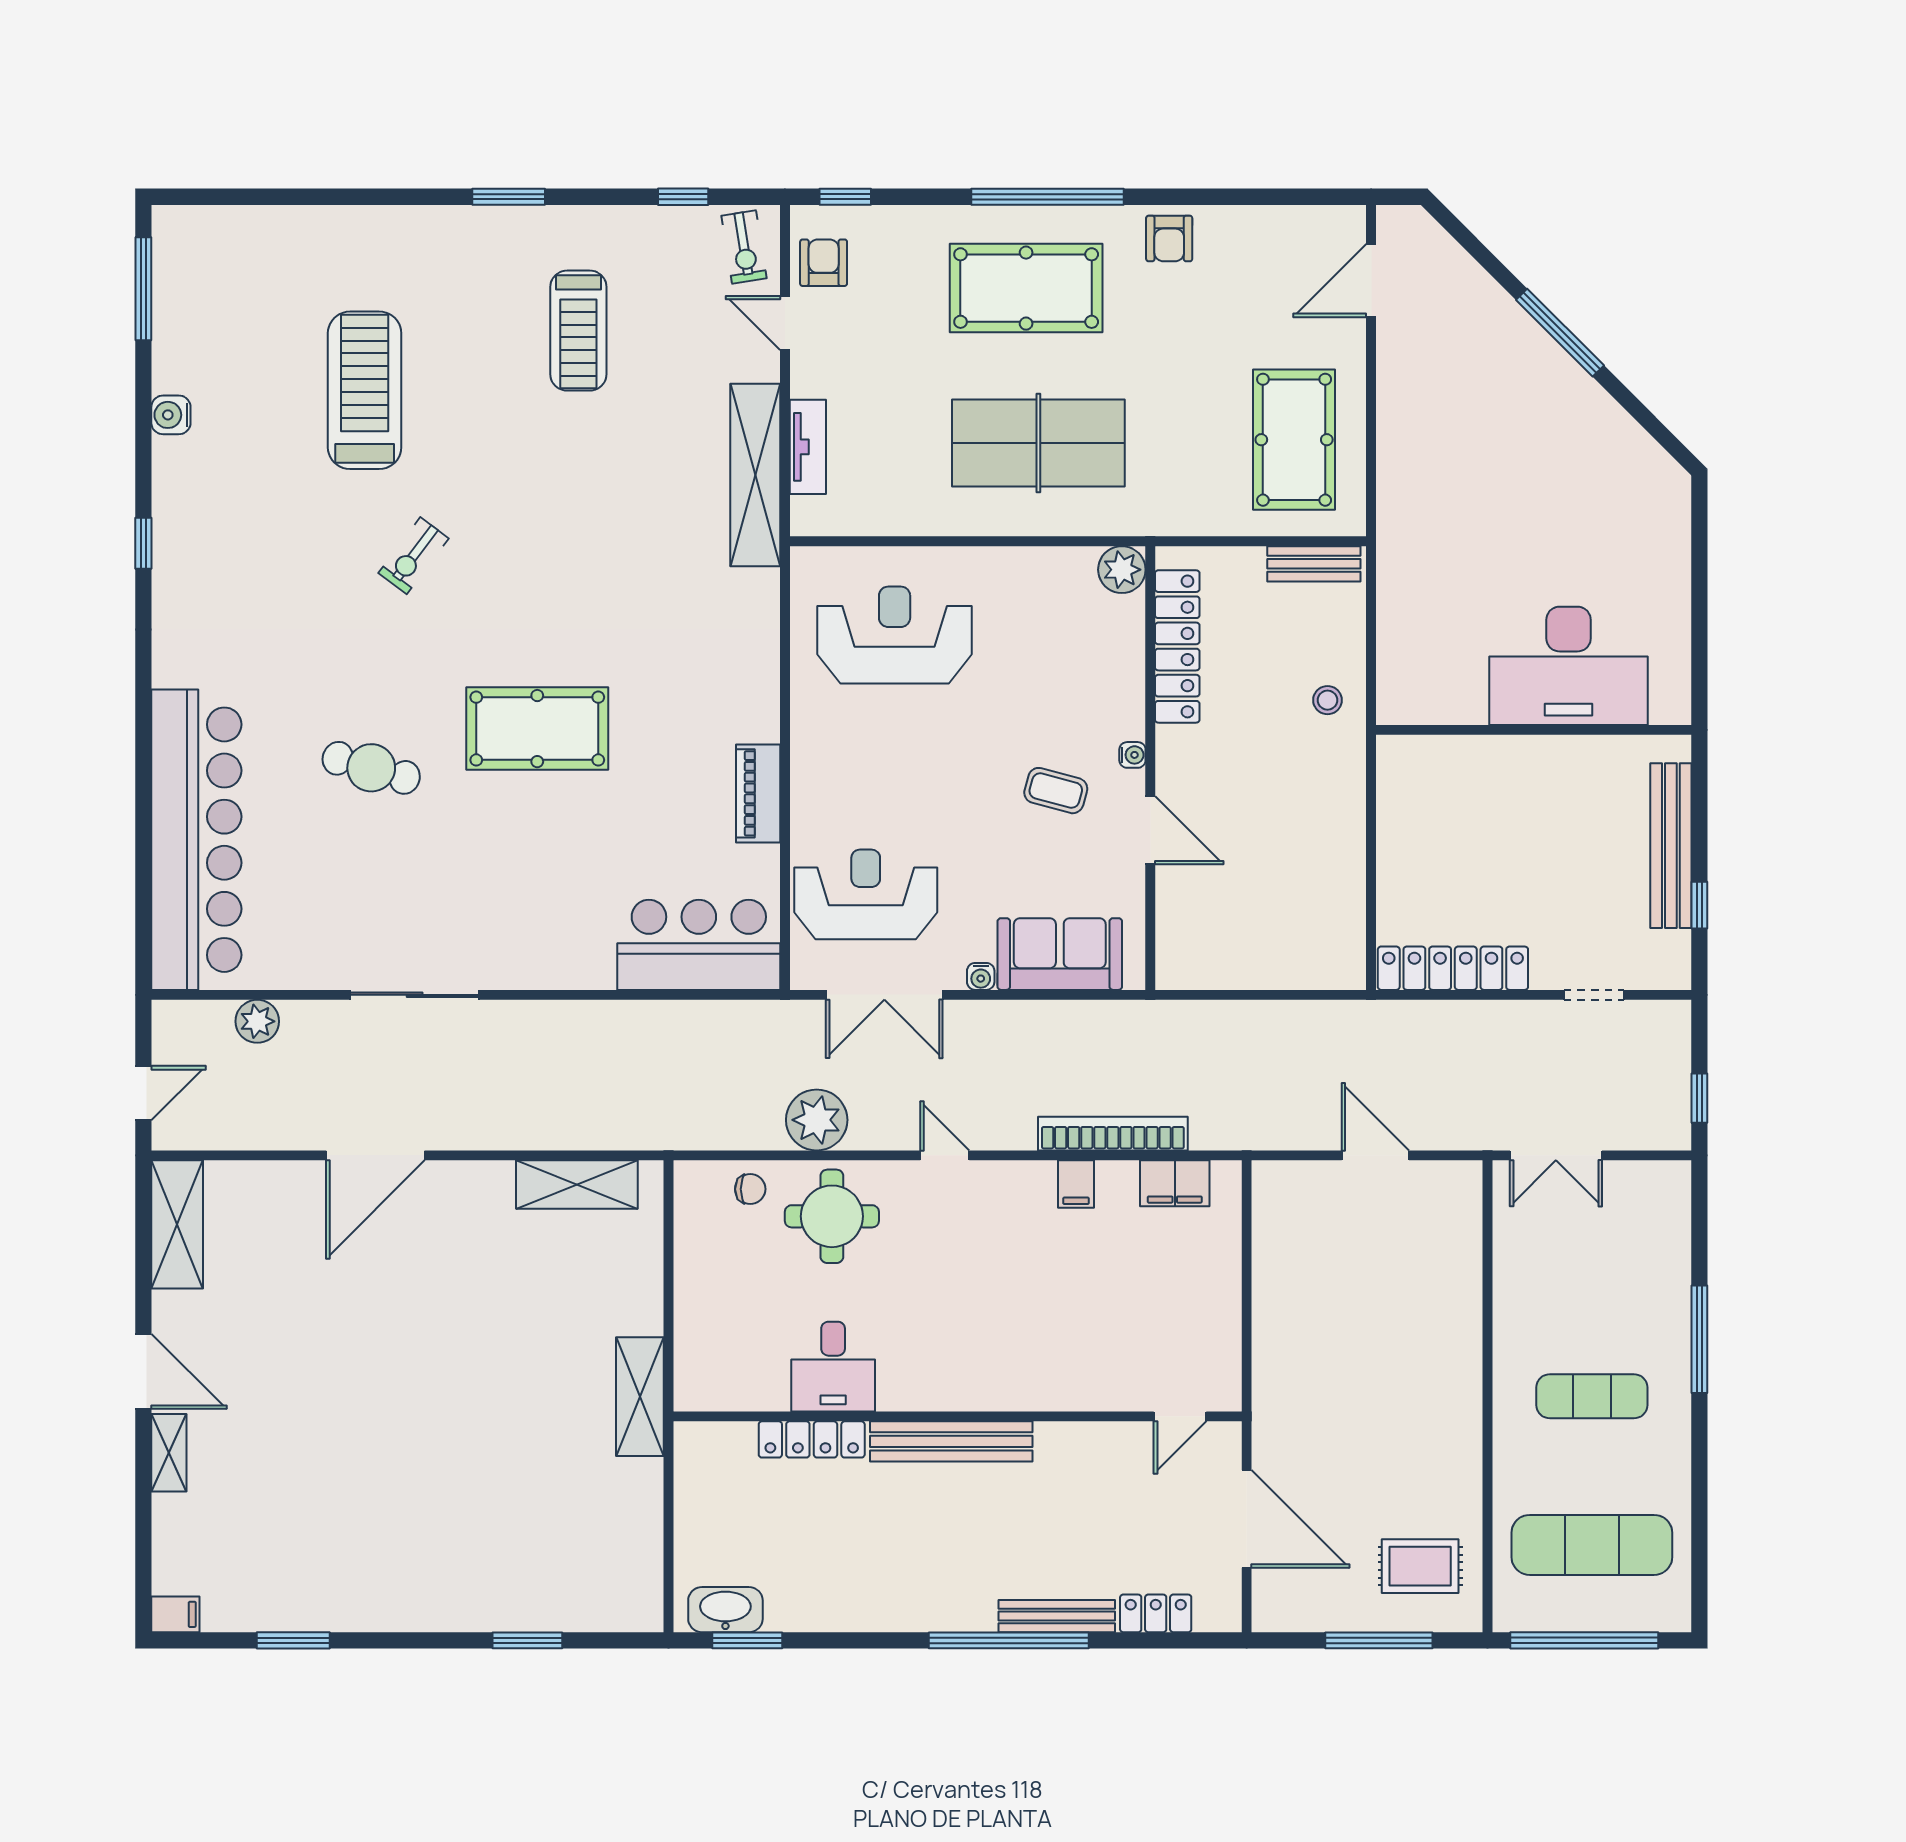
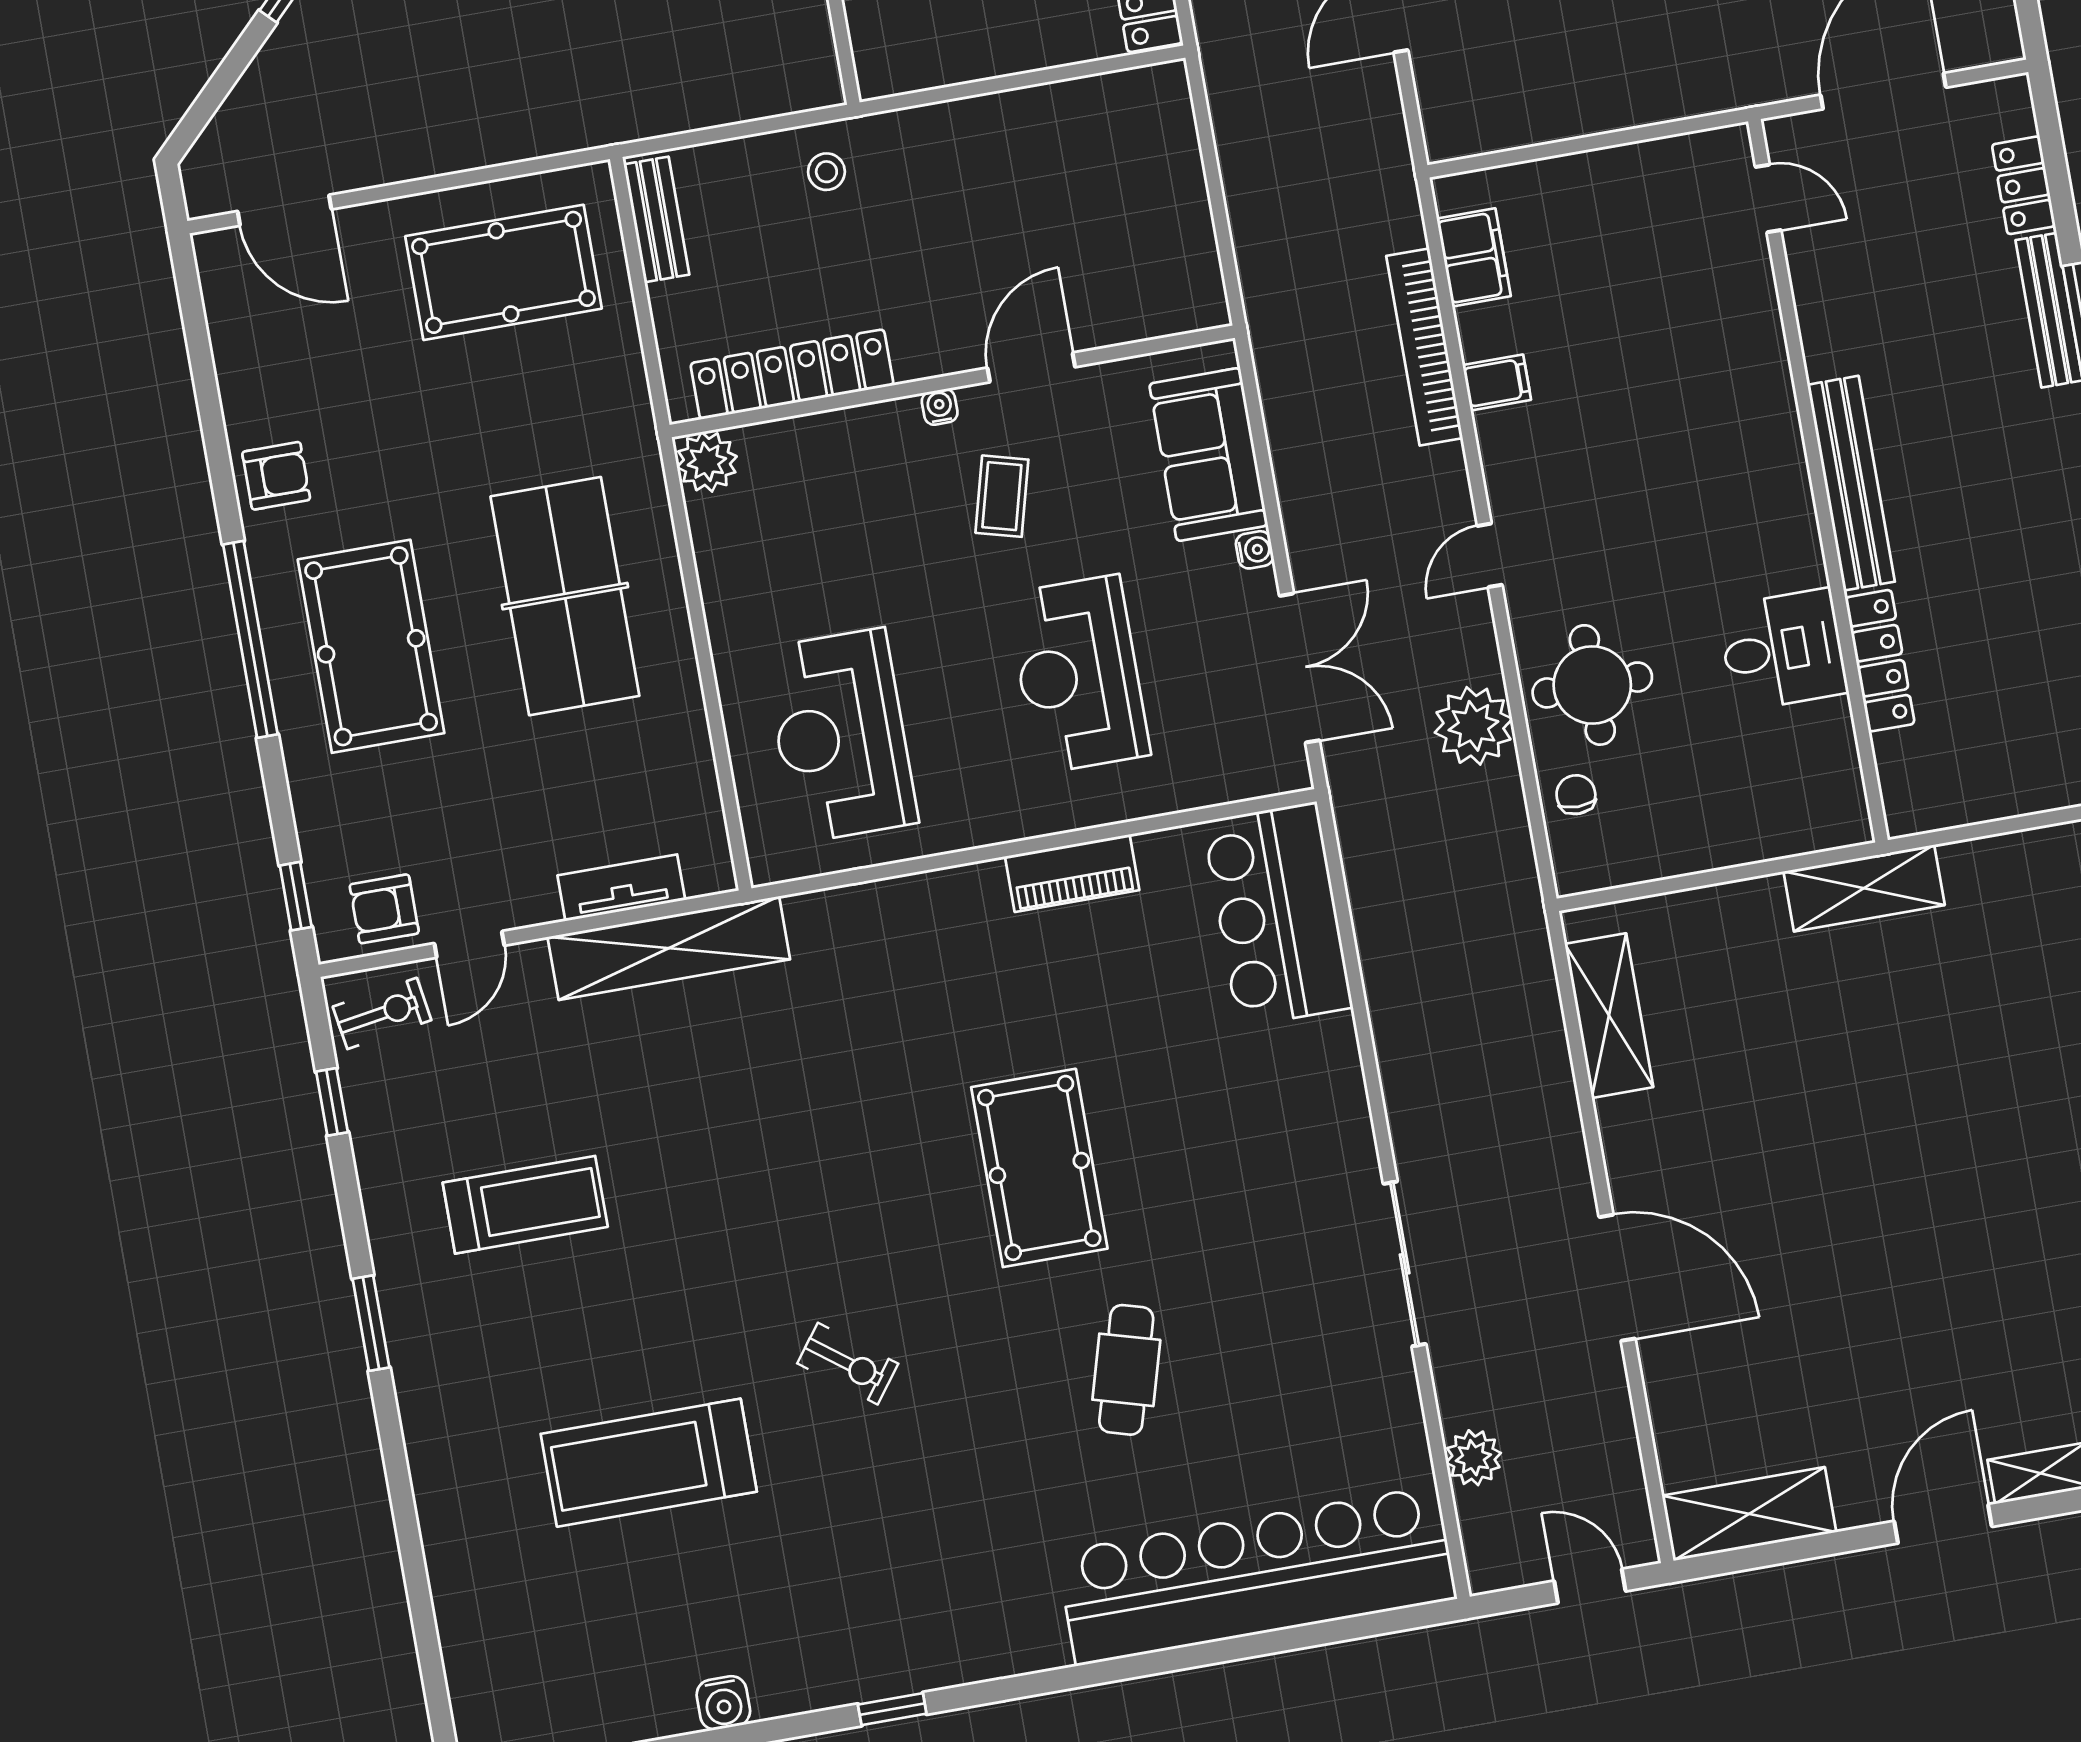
reception desk: (866, 894) -> (1078, 674), moved

